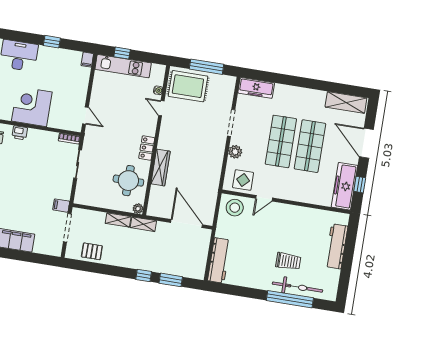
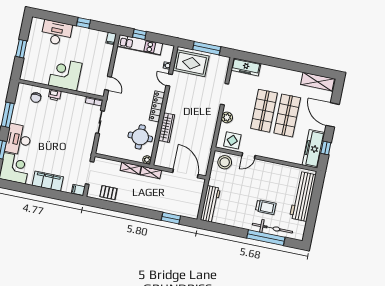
locker: (147, 148) -> (157, 106), width x1.53
filing cabinet: (61, 206) -> (78, 190), moved
workbench: (336, 246) -> (303, 196), width x1.36, depth x1.32
window: (144, 275) -> (149, 214), removed

